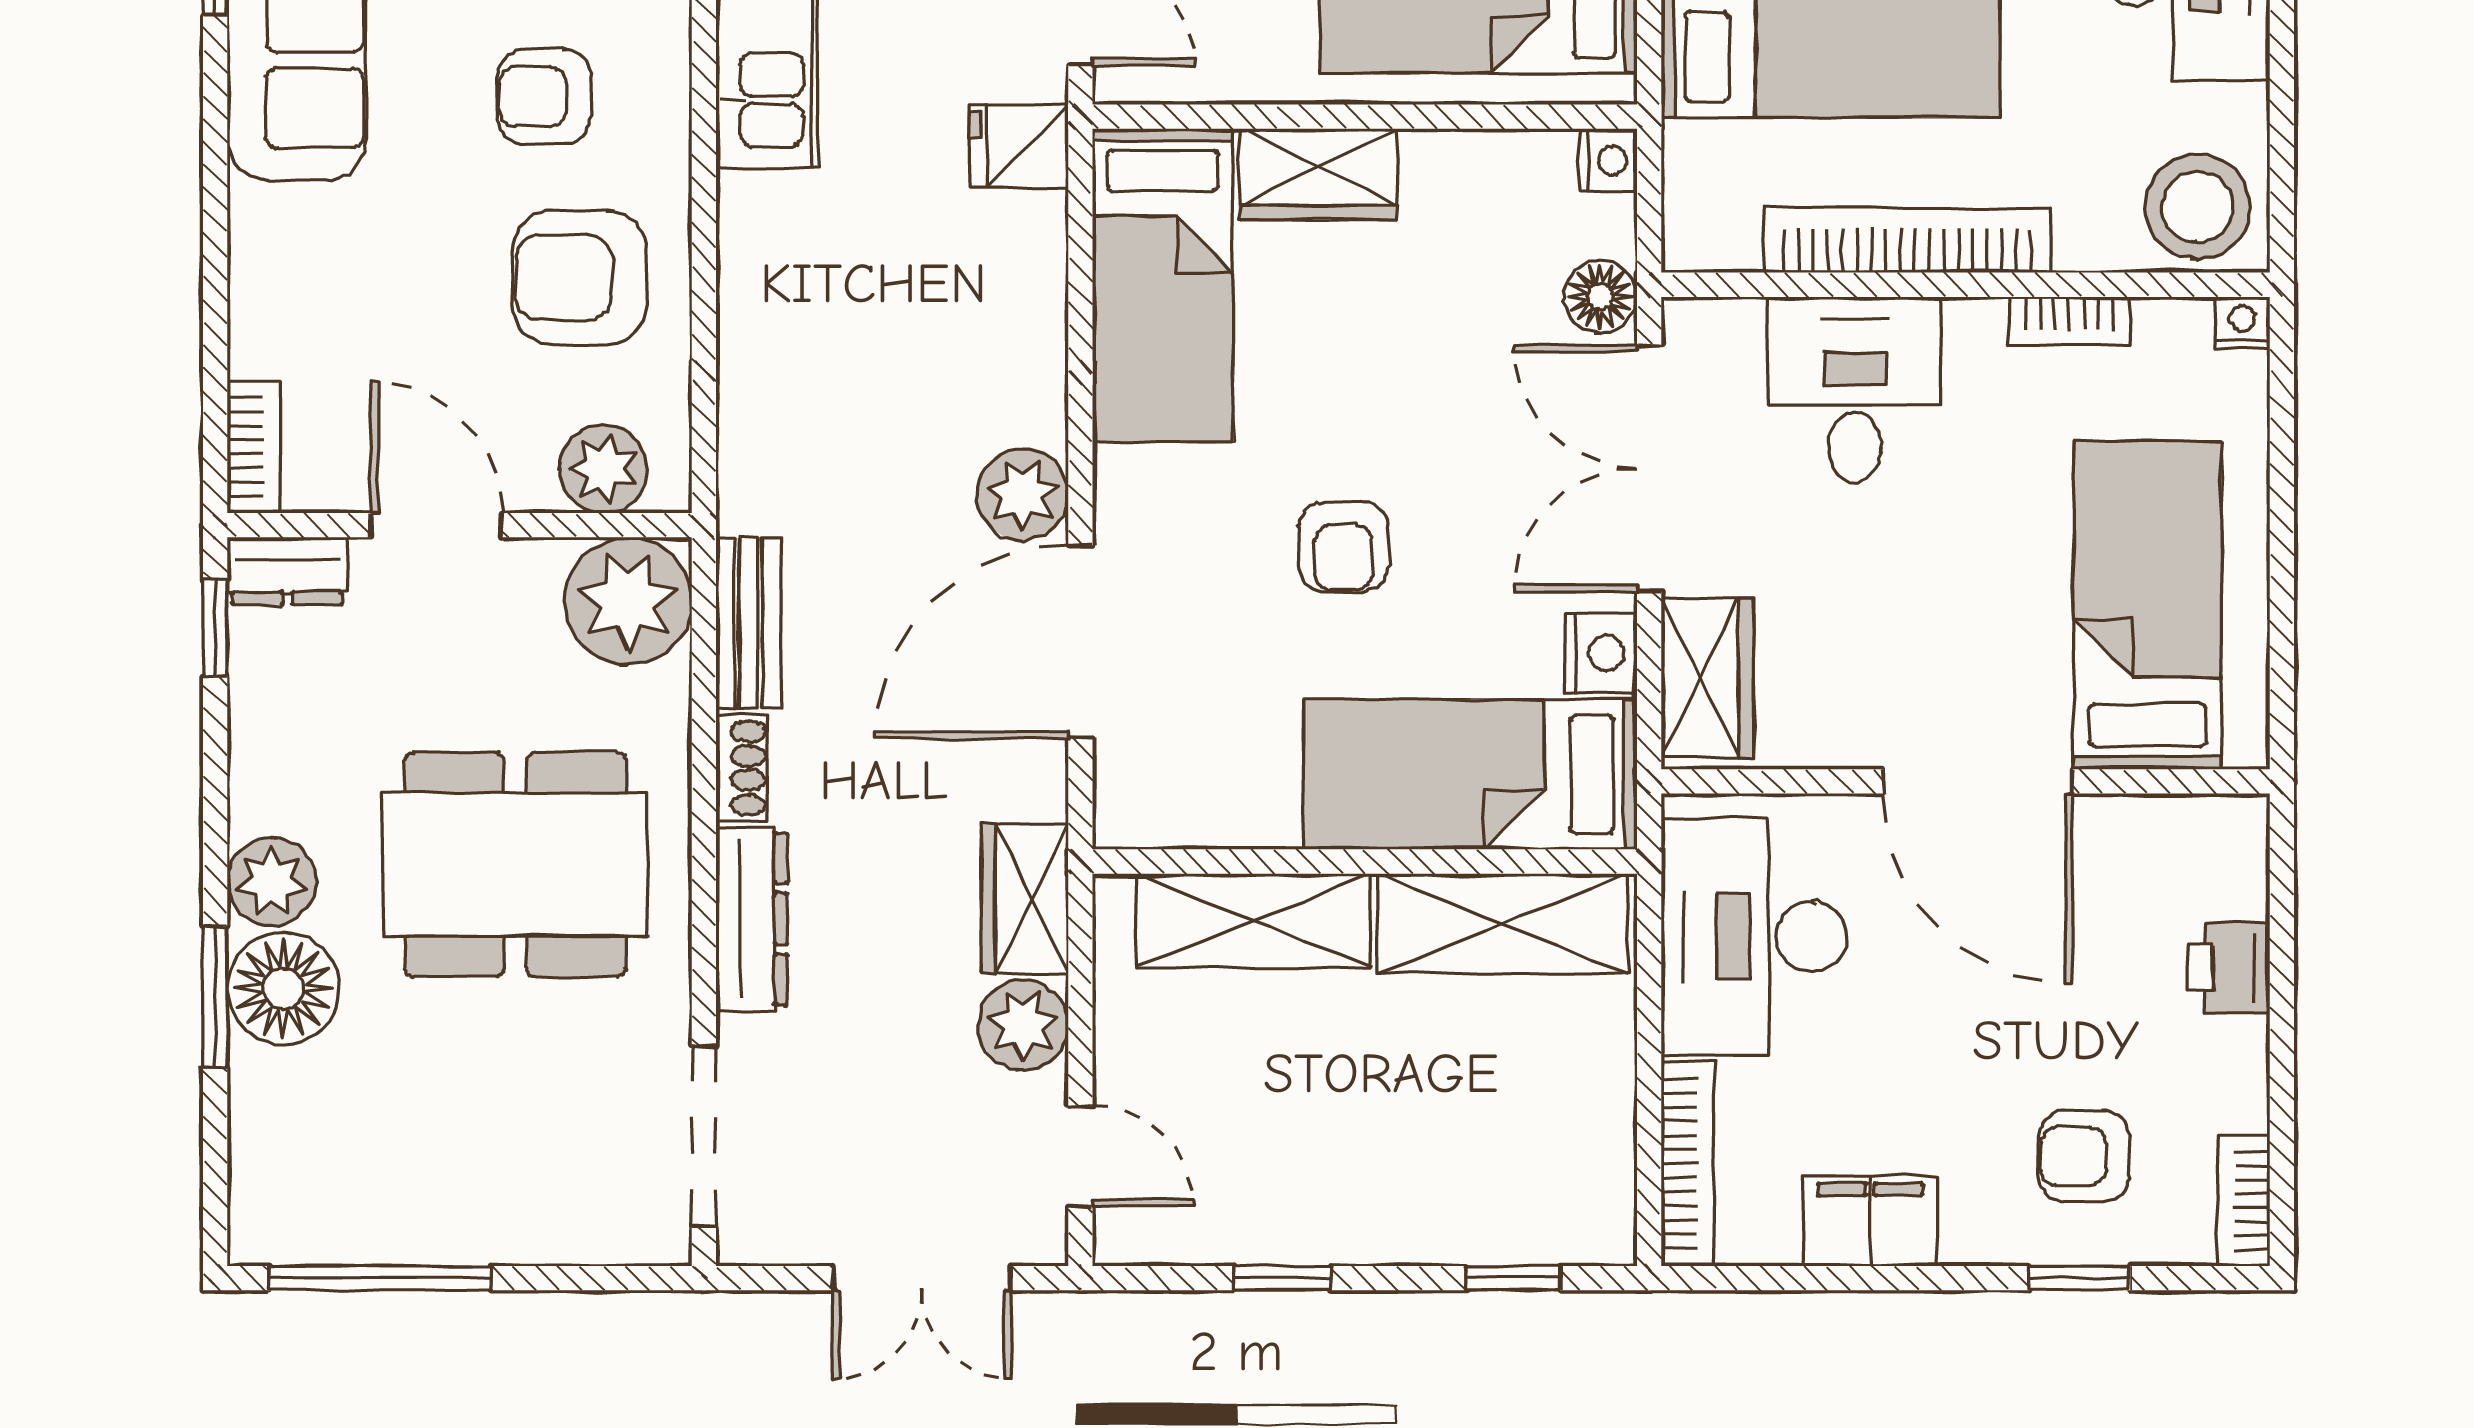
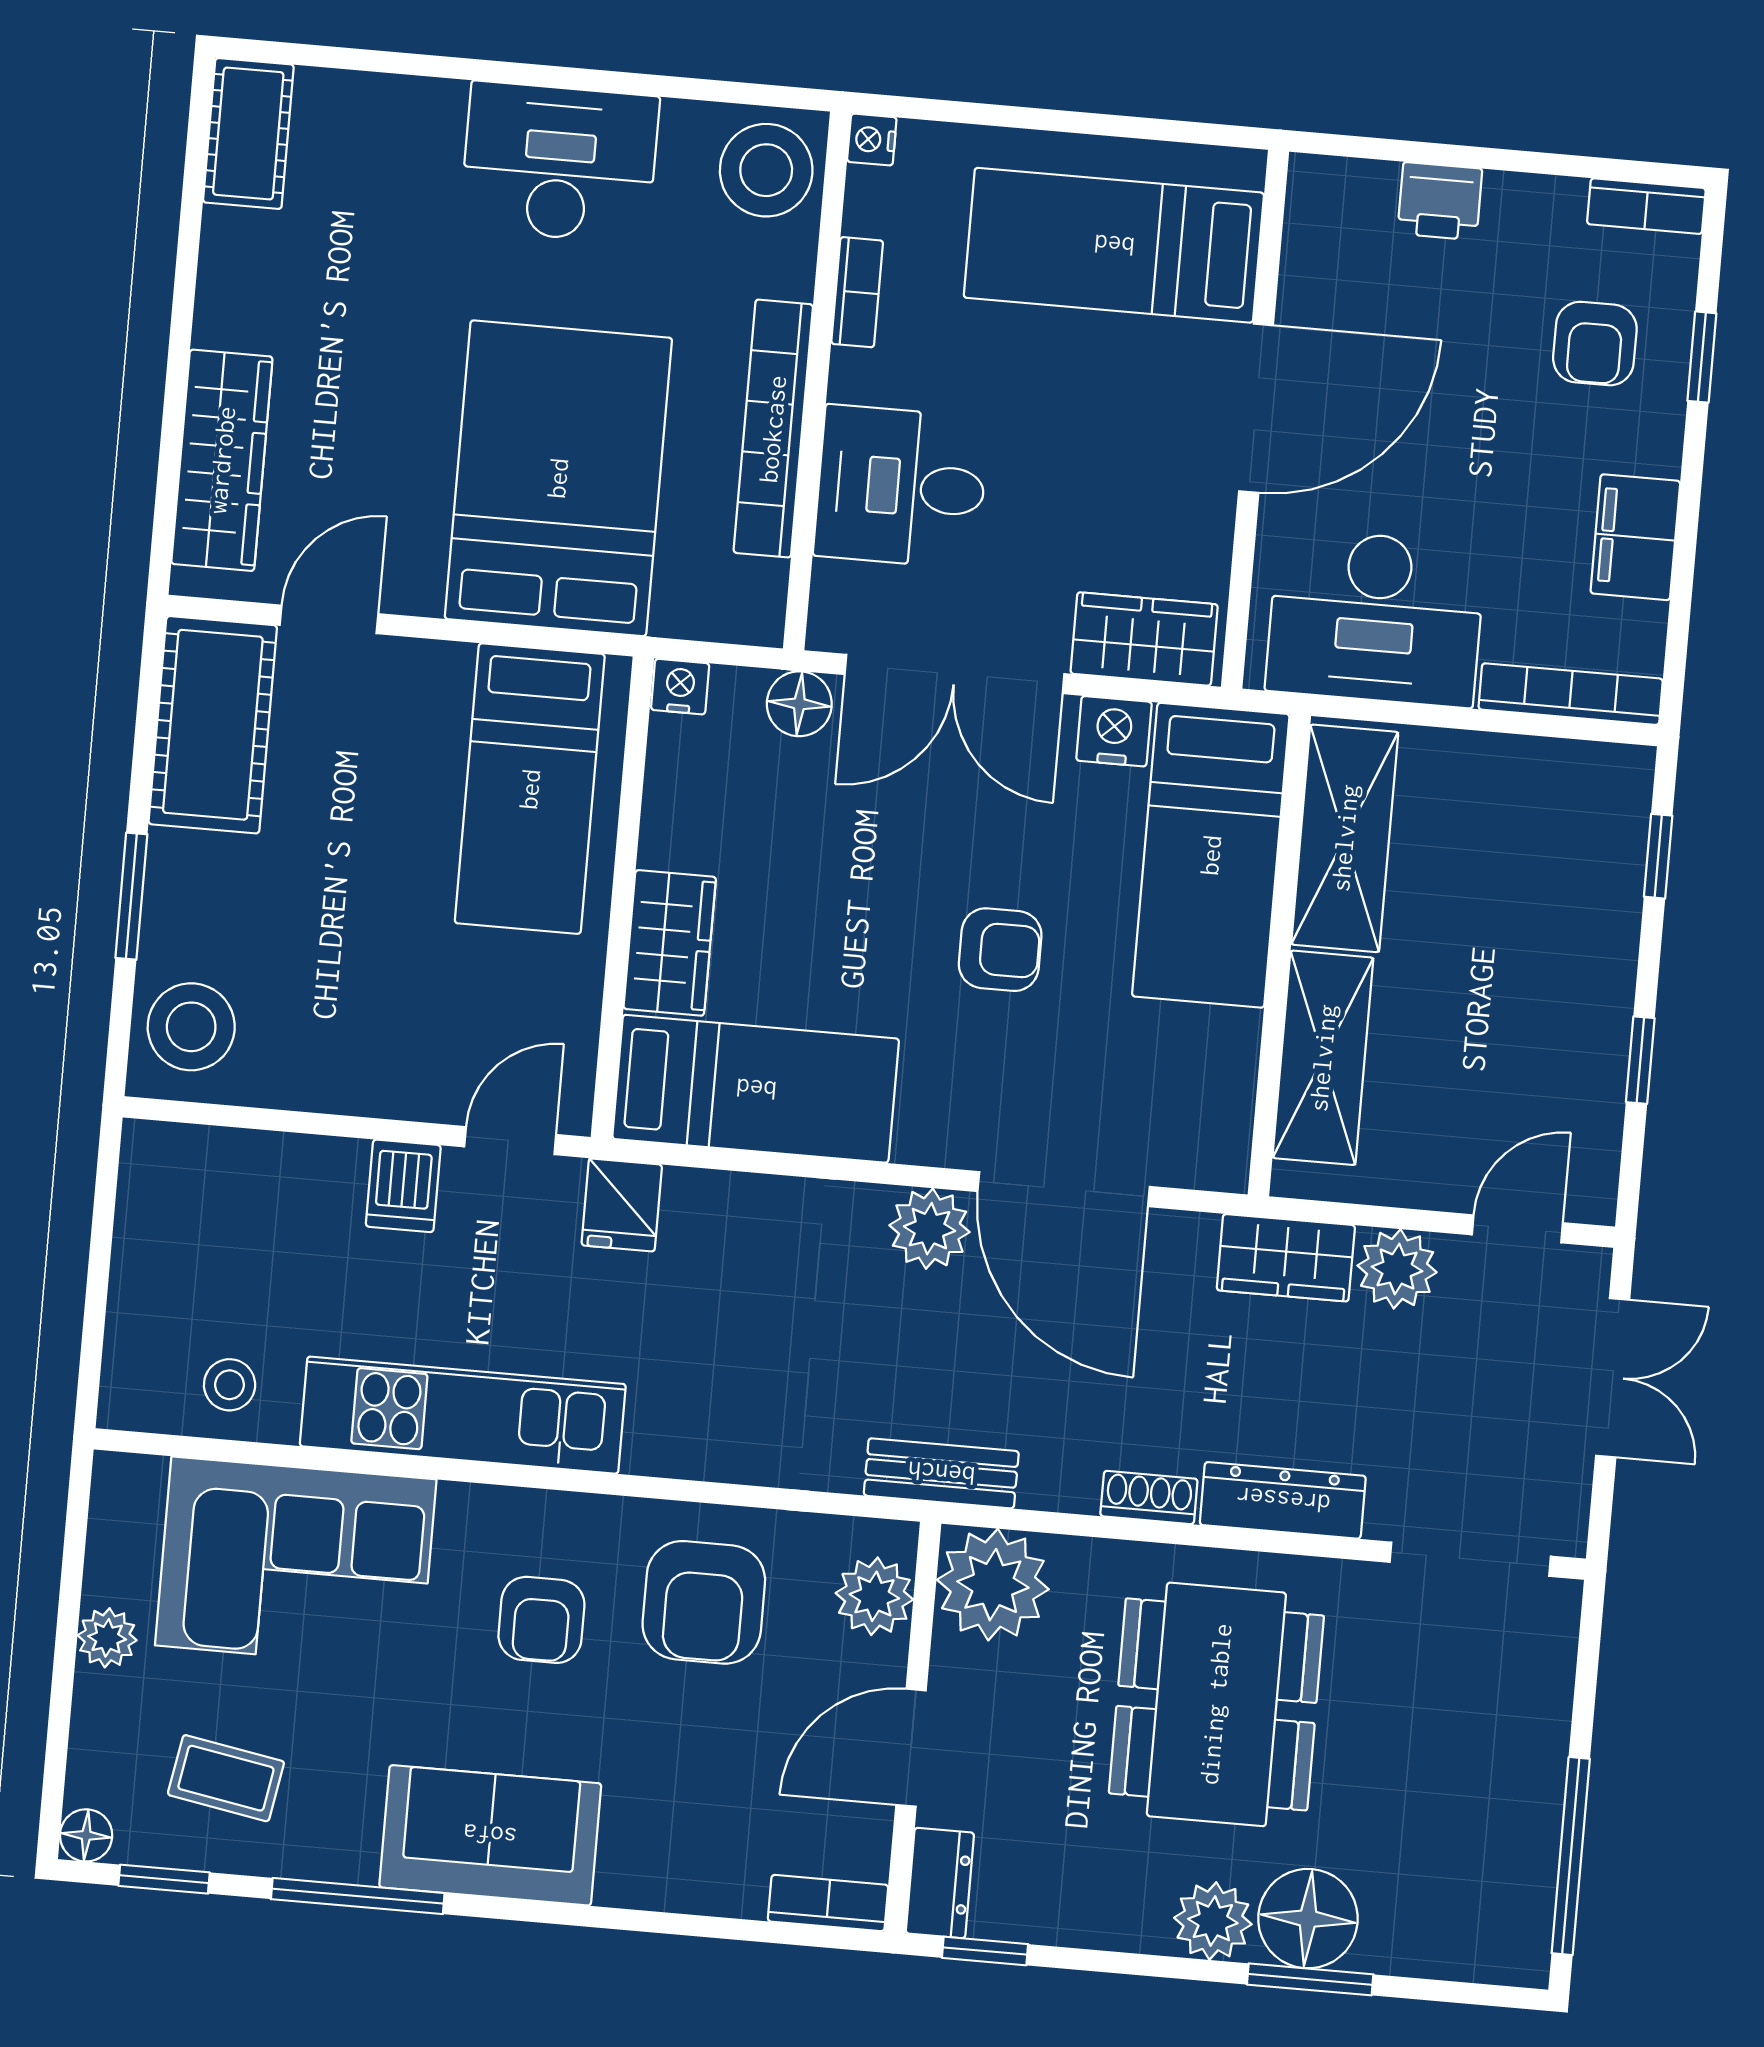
bench: (748, 623) -> (941, 1473), moved

